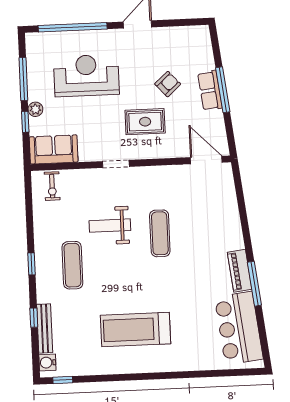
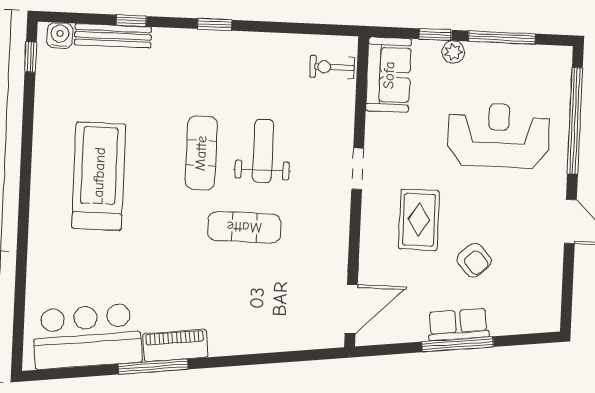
reception desk: (86, 76) -> (498, 135), turned -90
exercise mat: (72, 265) -> (201, 153), moved, turned 90

